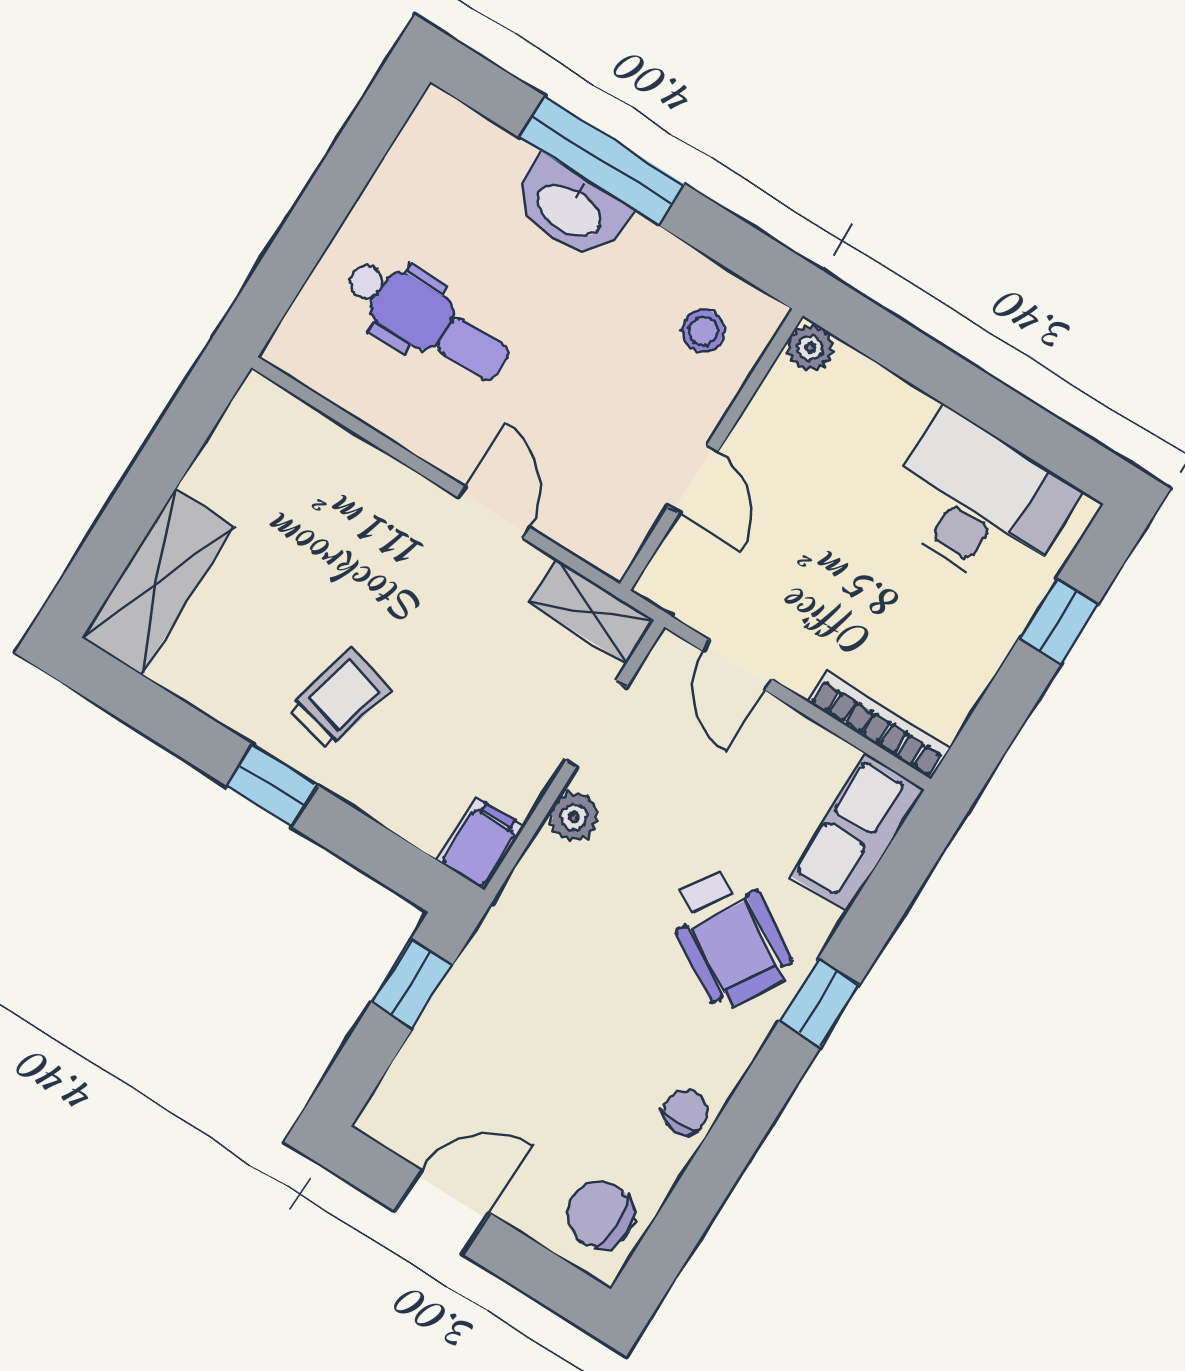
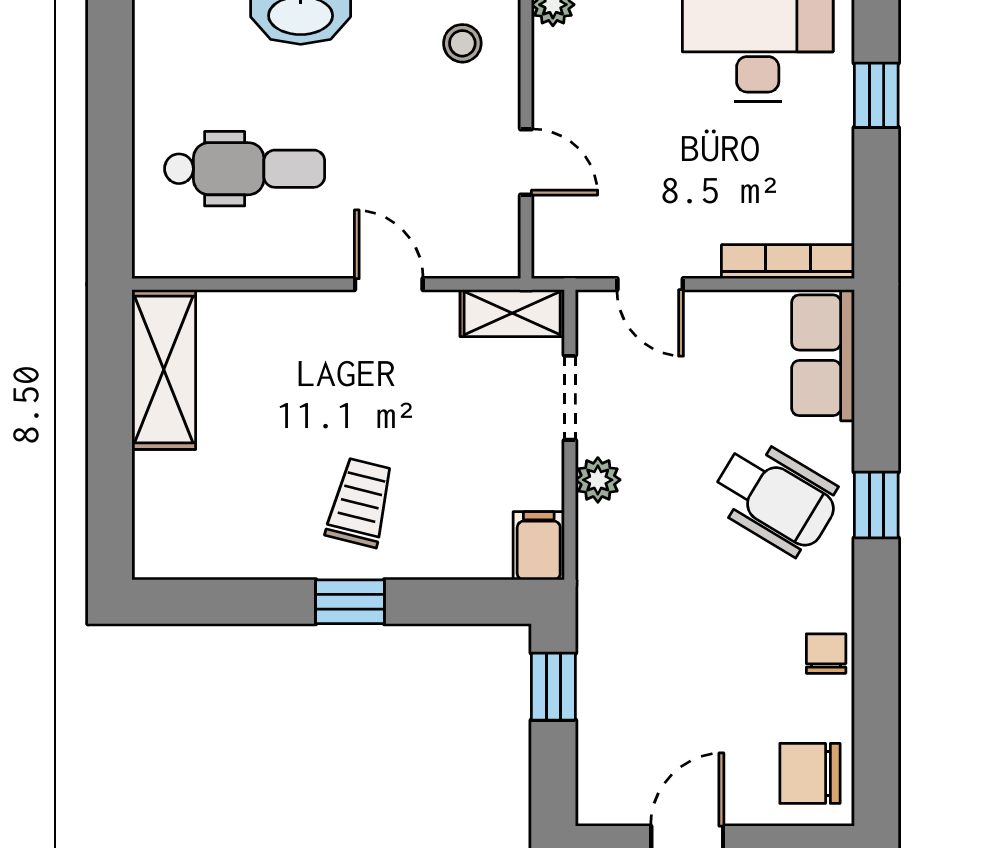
shelving: (158, 582) -> (164, 370), moved

